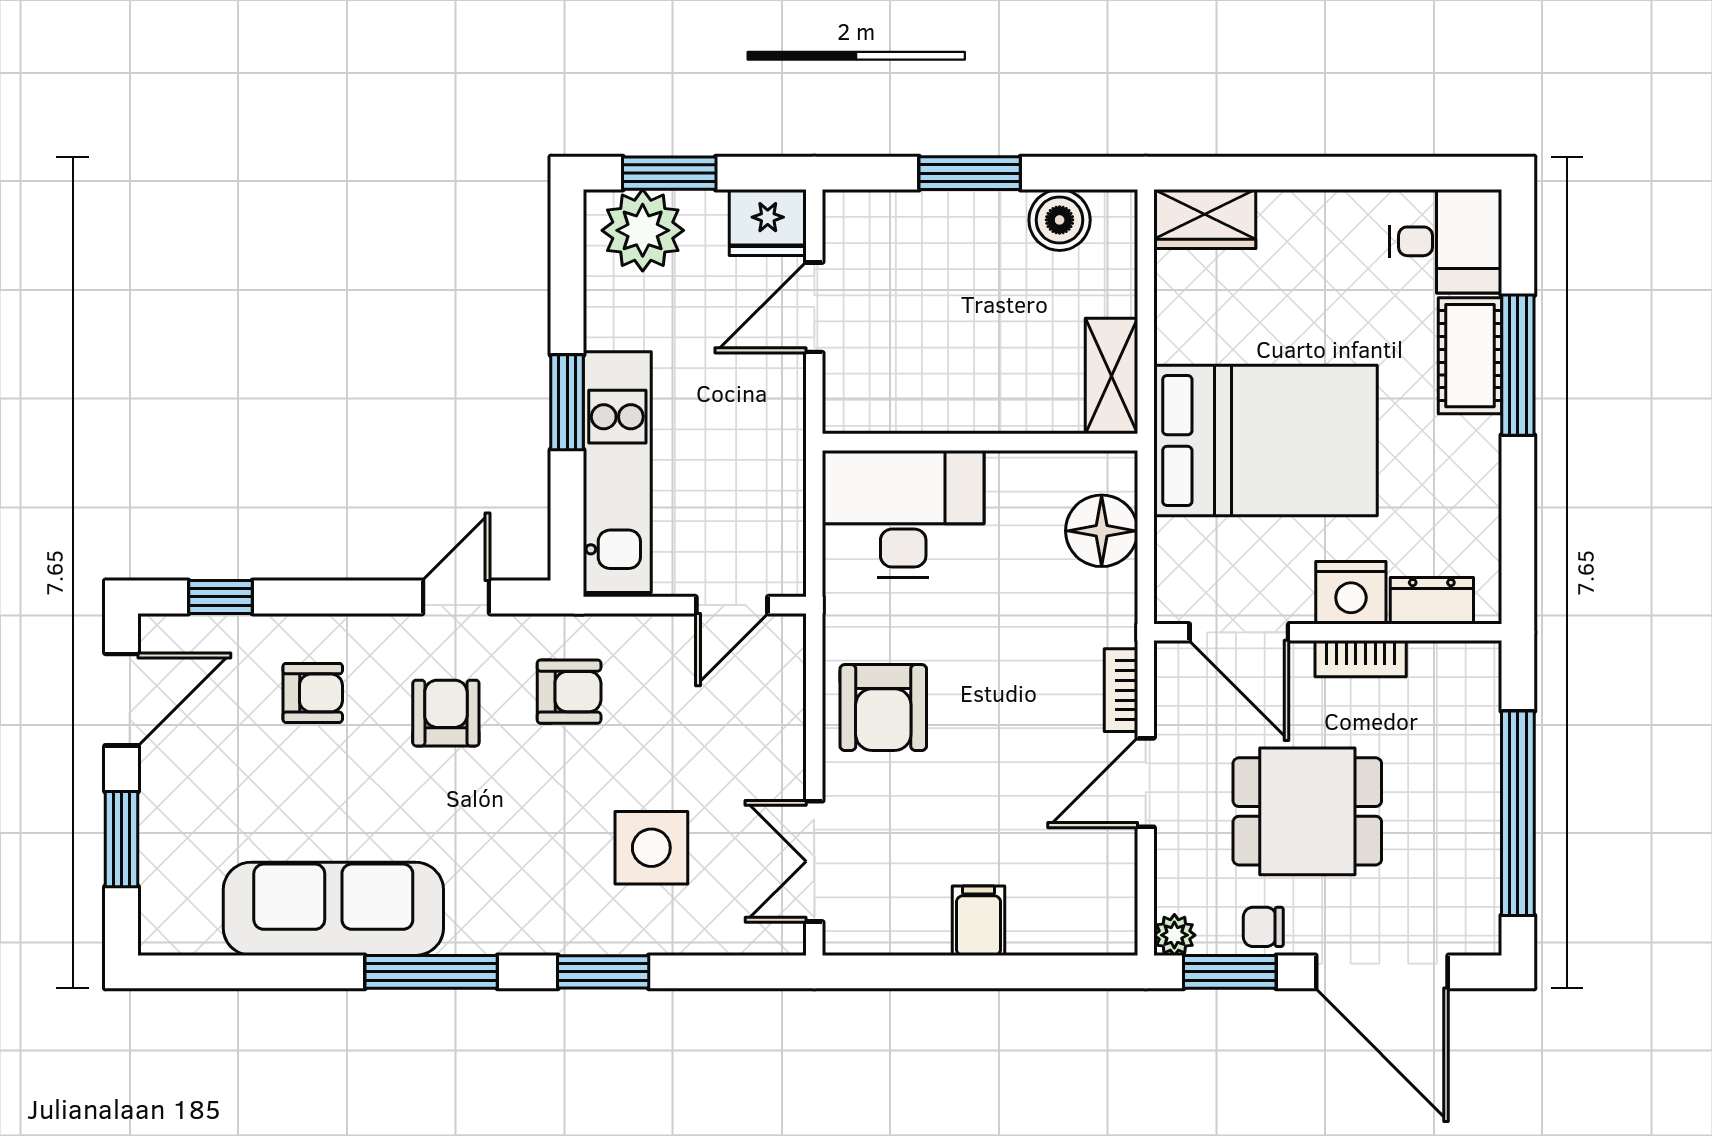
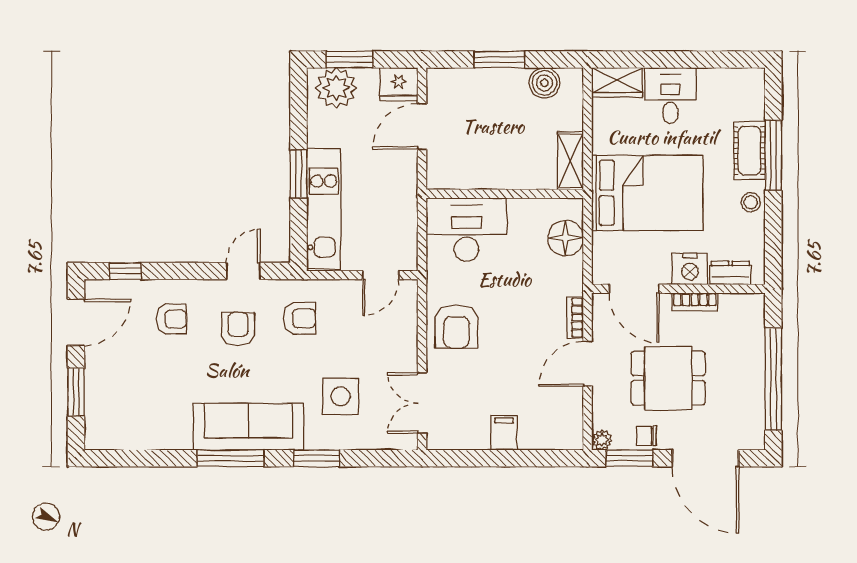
desk: (1446, 241) -> (671, 96), moved, turned -90
stool: (1473, 459) -> (751, 202), added
sofa: (333, 909) -> (248, 427), moved

